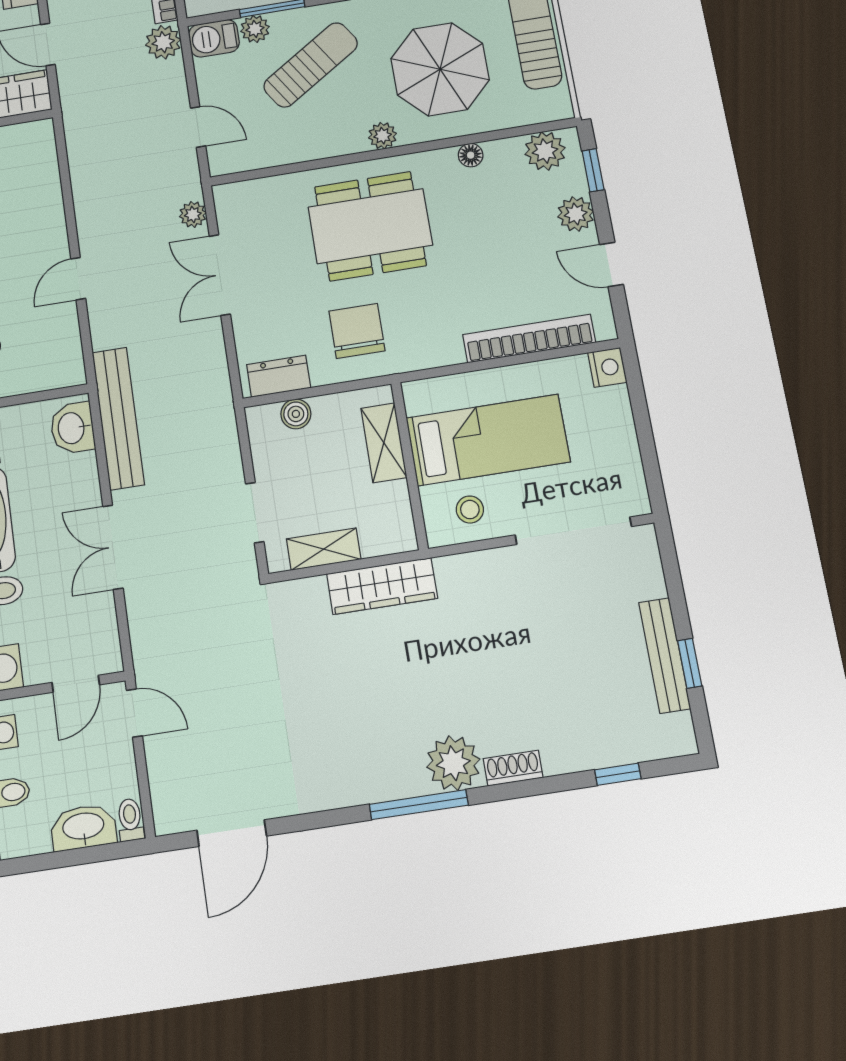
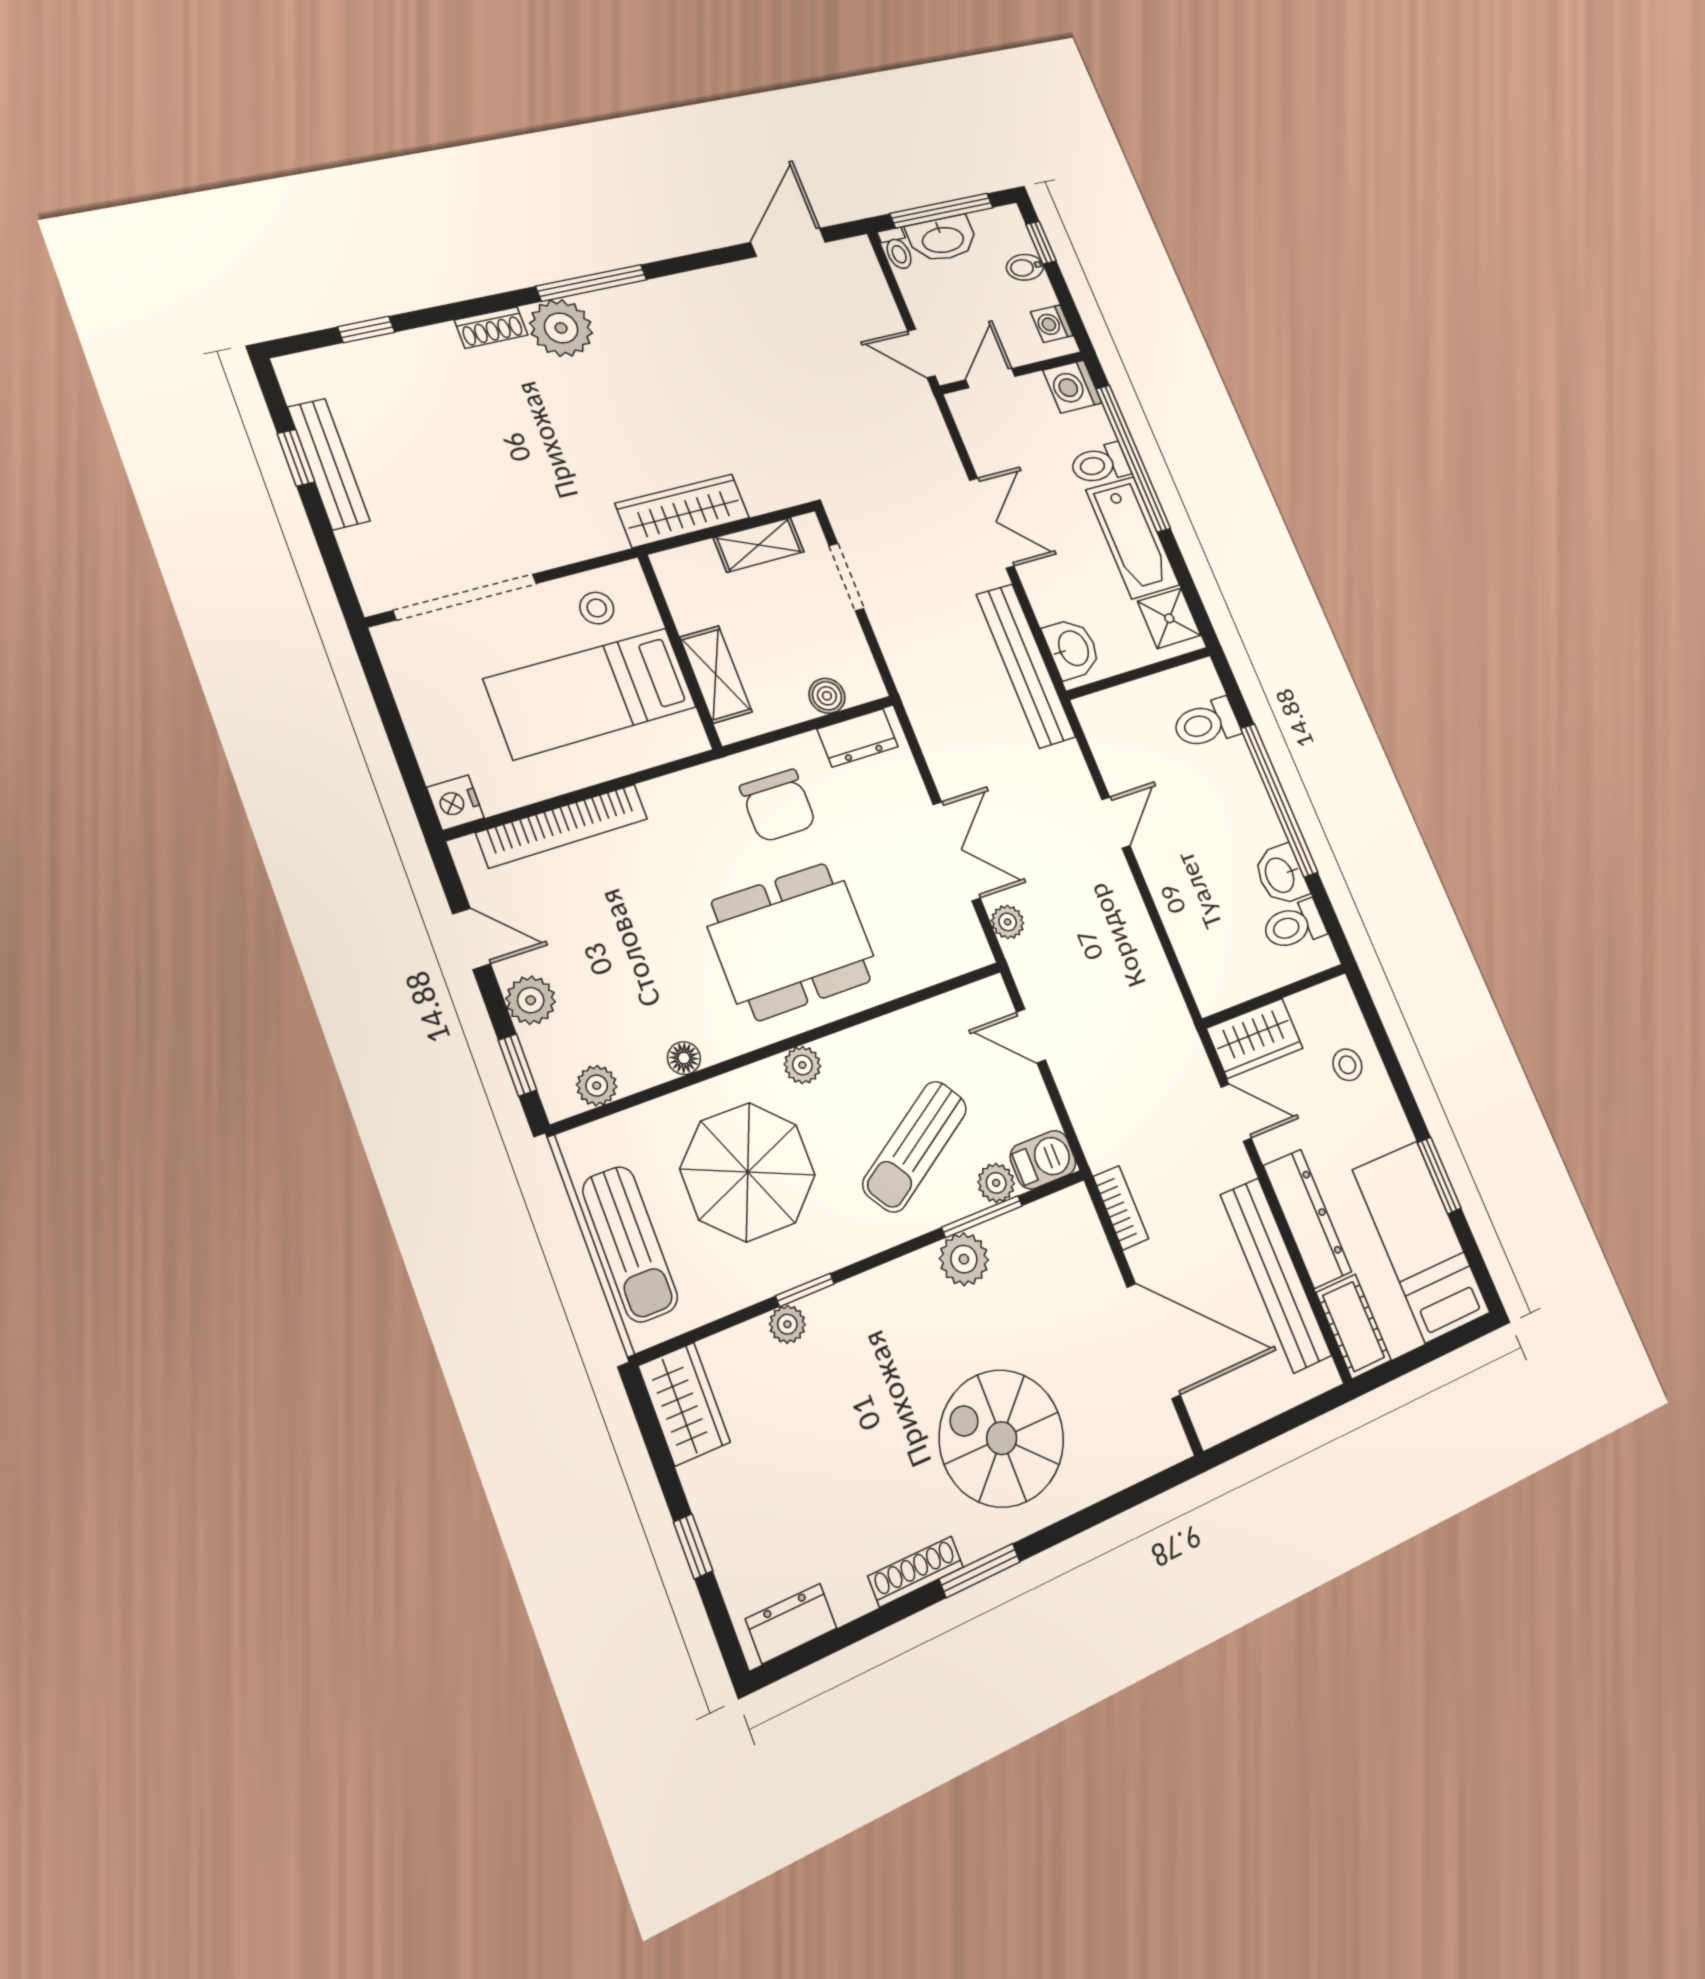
plant: (163, 42) -> (1103, 1142), removed
plant: (545, 151) -> (597, 1086), width x0.73, depth x0.73
window: (76, 857) -> (942, 211), added

